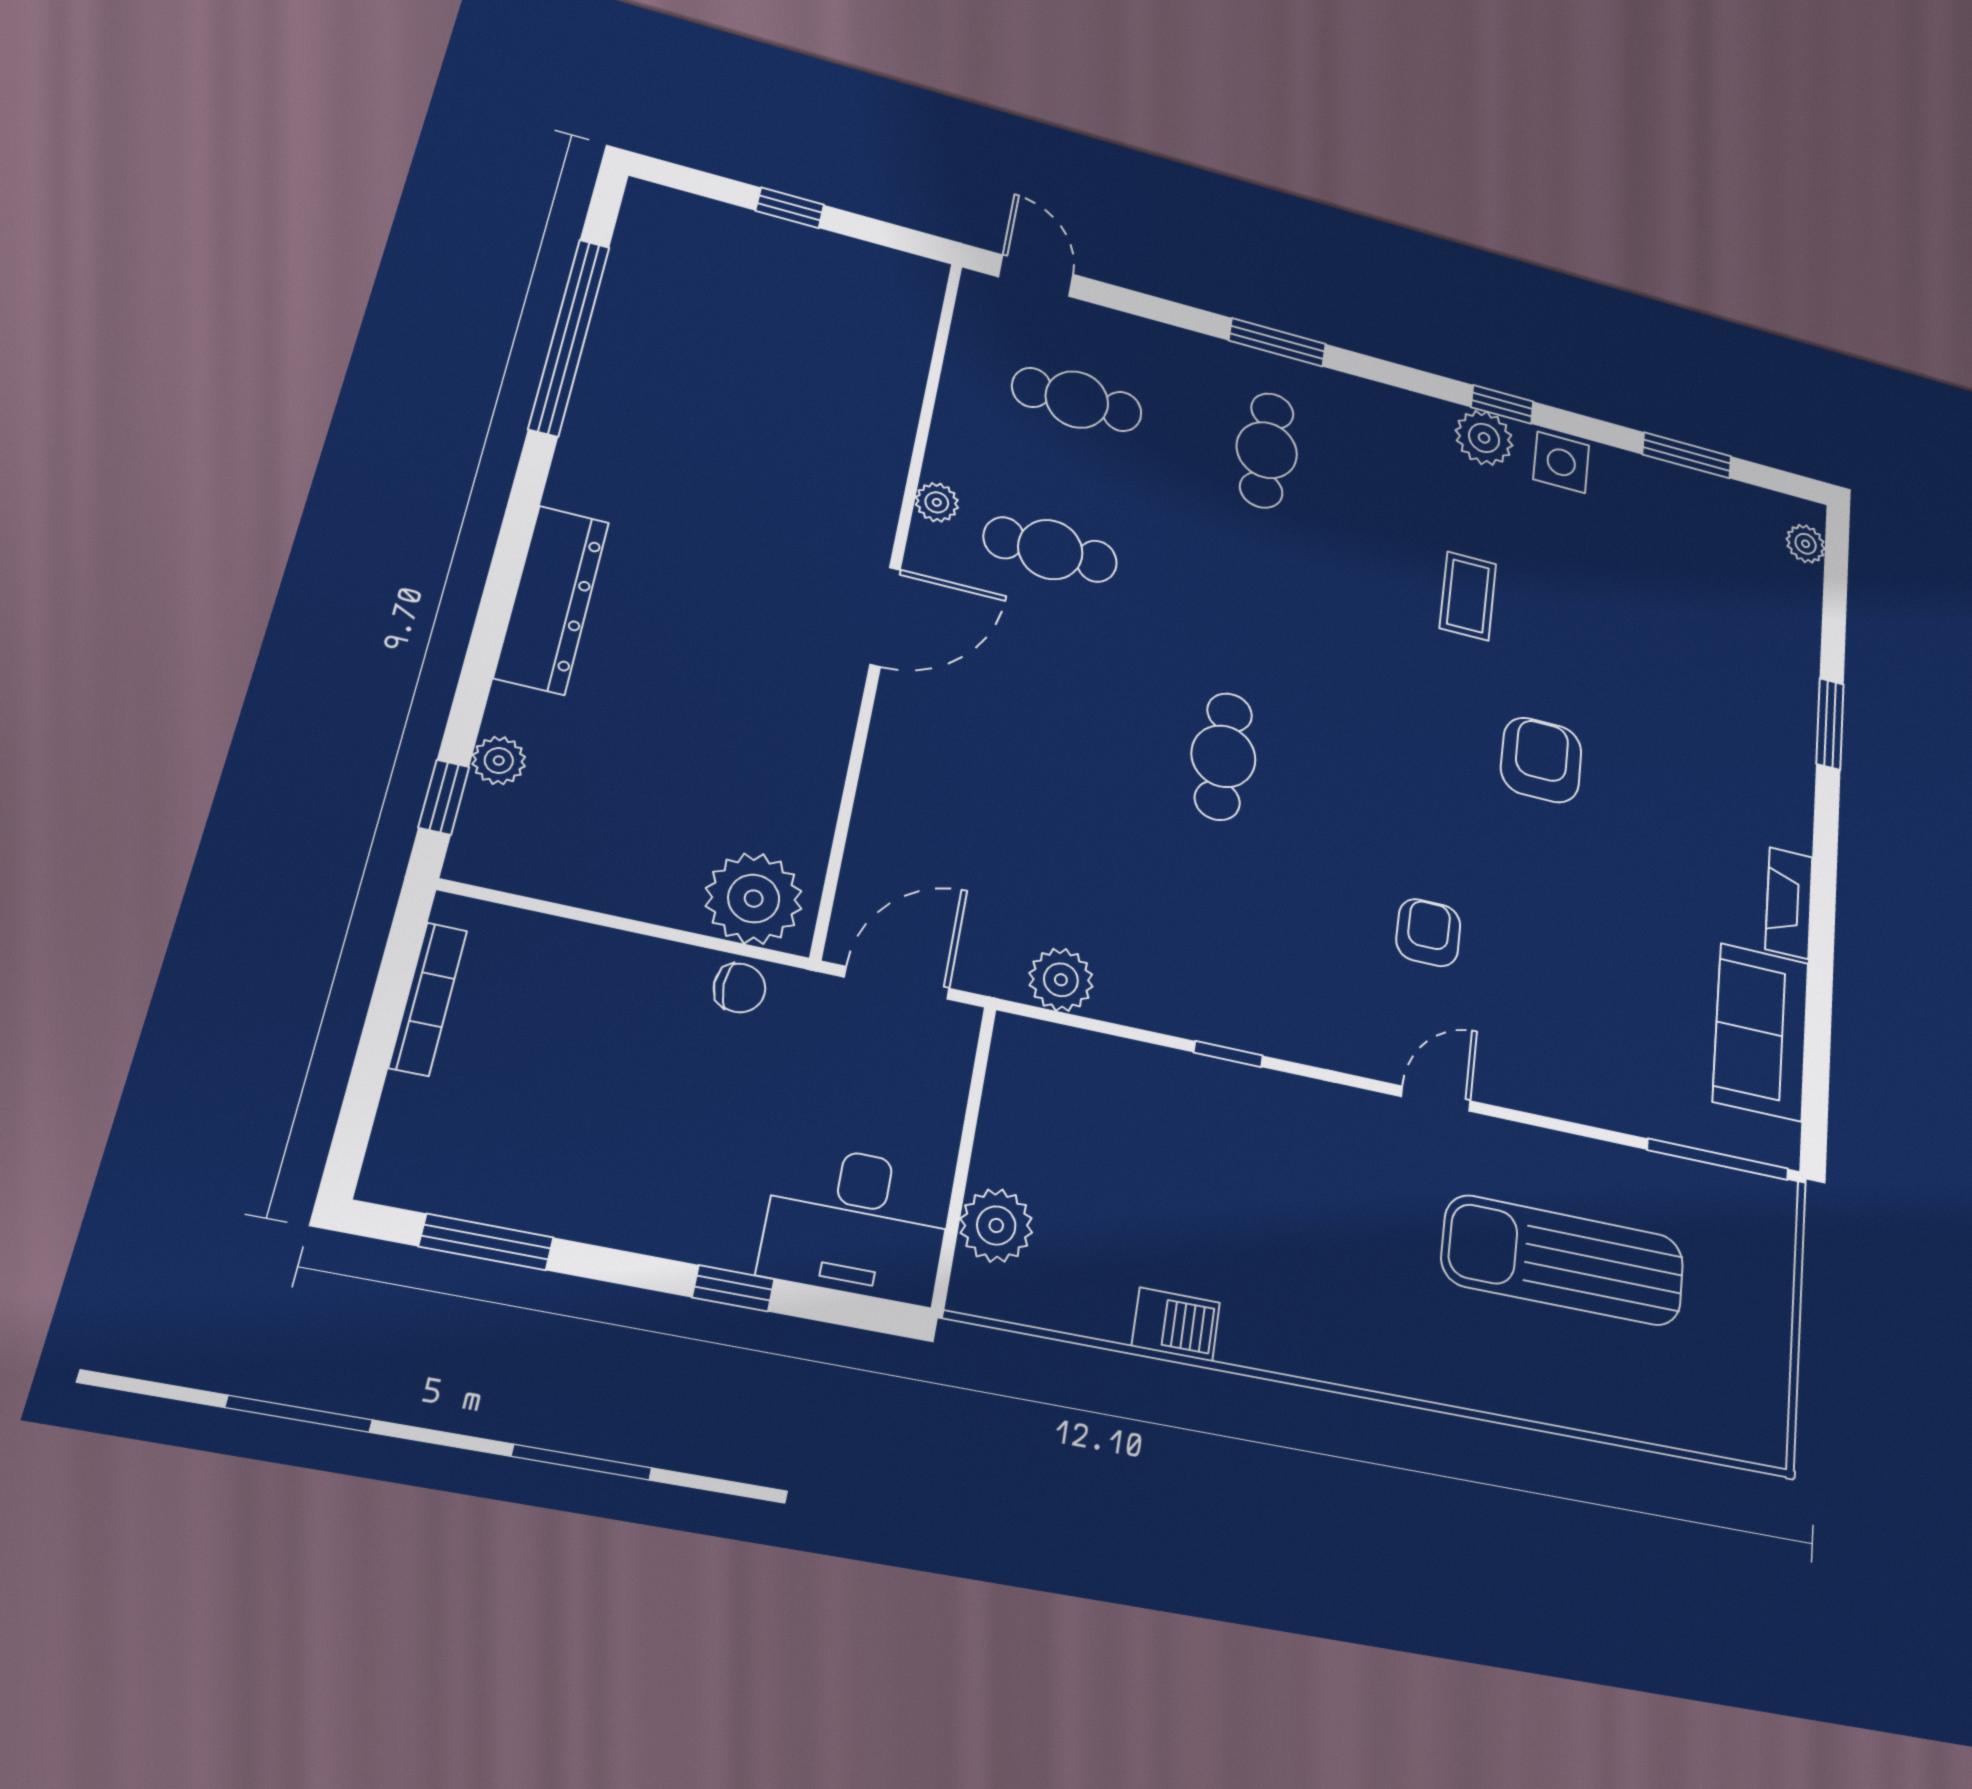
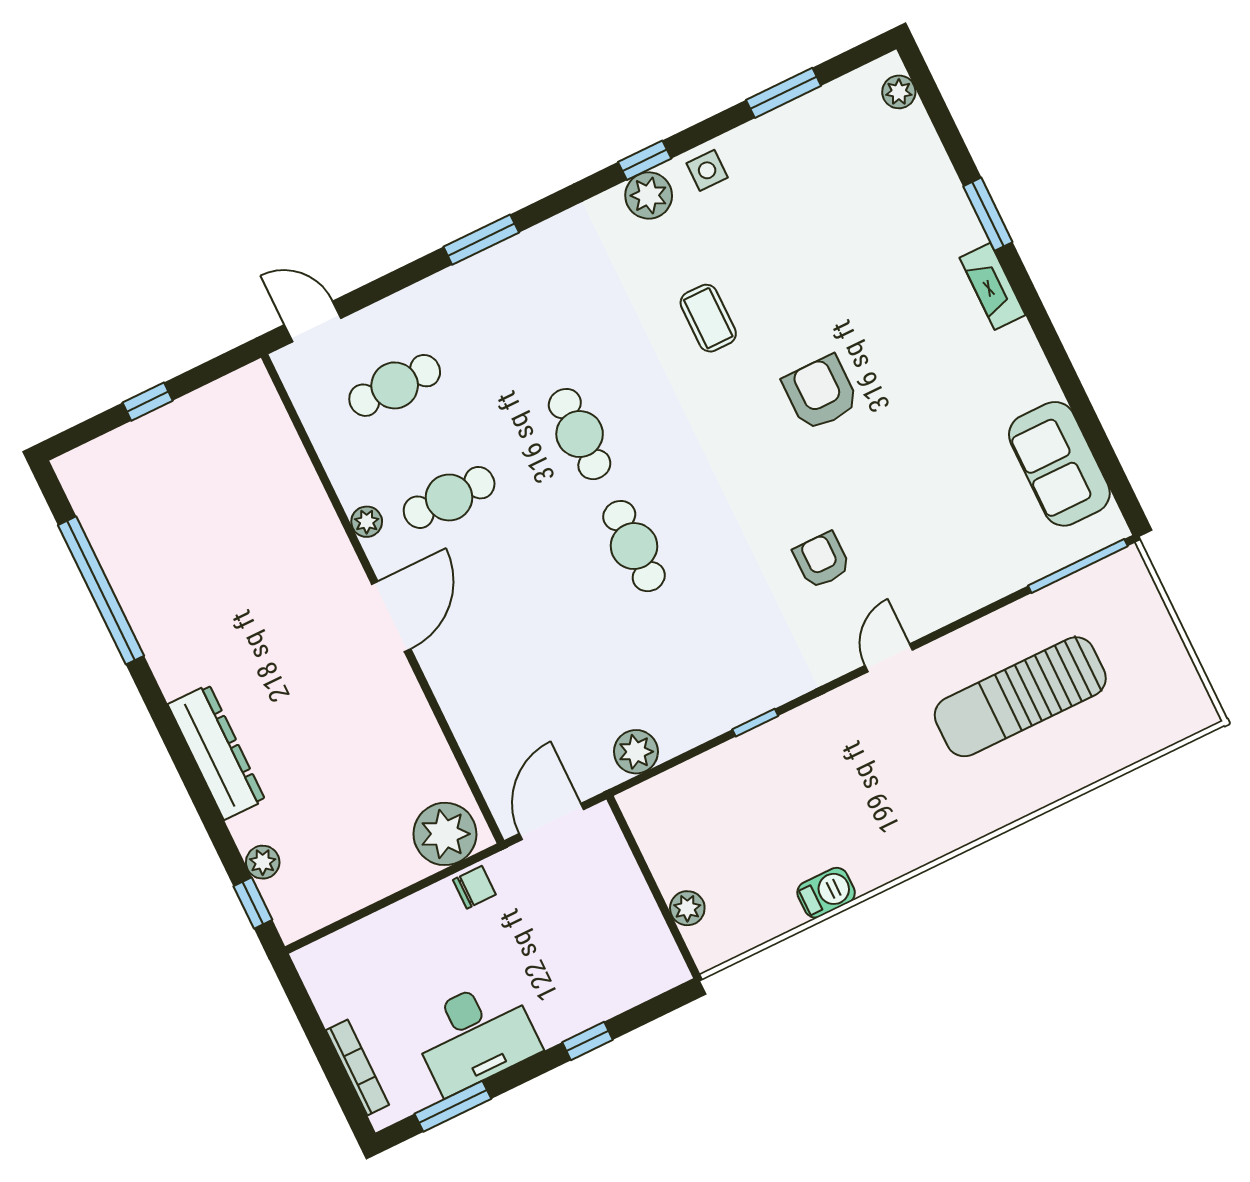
cafe table: (1267, 450) -> (580, 434), moved
side table: (1561, 462) -> (707, 170), width x0.73, depth x0.73
fireplace: (1789, 903) -> (993, 286), moved
bookcase: (428, 999) -> (357, 1067), moved
desk: (857, 1223) -> (475, 1036), moved
plant: (996, 1225) -> (687, 908), width x0.73, depth x0.73

